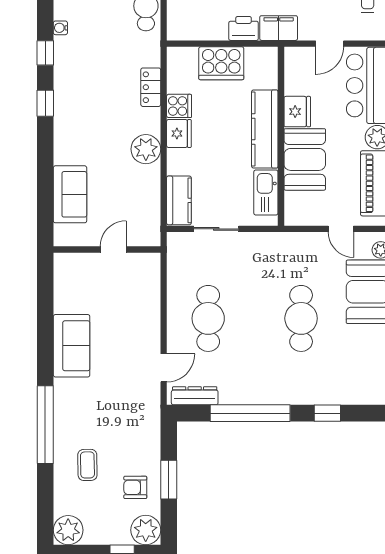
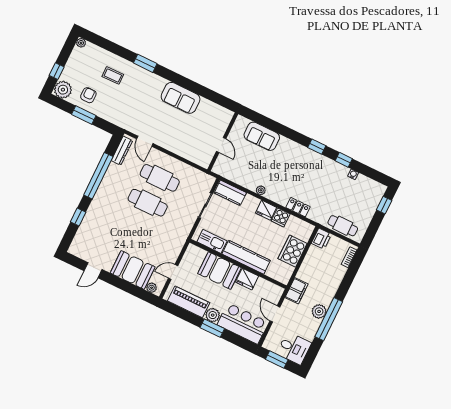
printer: (244, 28) -> (321, 239), moved
plant: (146, 149) -> (261, 190), width x0.53, depth x0.53
cafe table: (301, 318) -> (148, 203), moved
window: (45, 425) -> (145, 63), width x0.47
plant: (68, 530) -> (81, 43), width x0.53, depth x0.53

